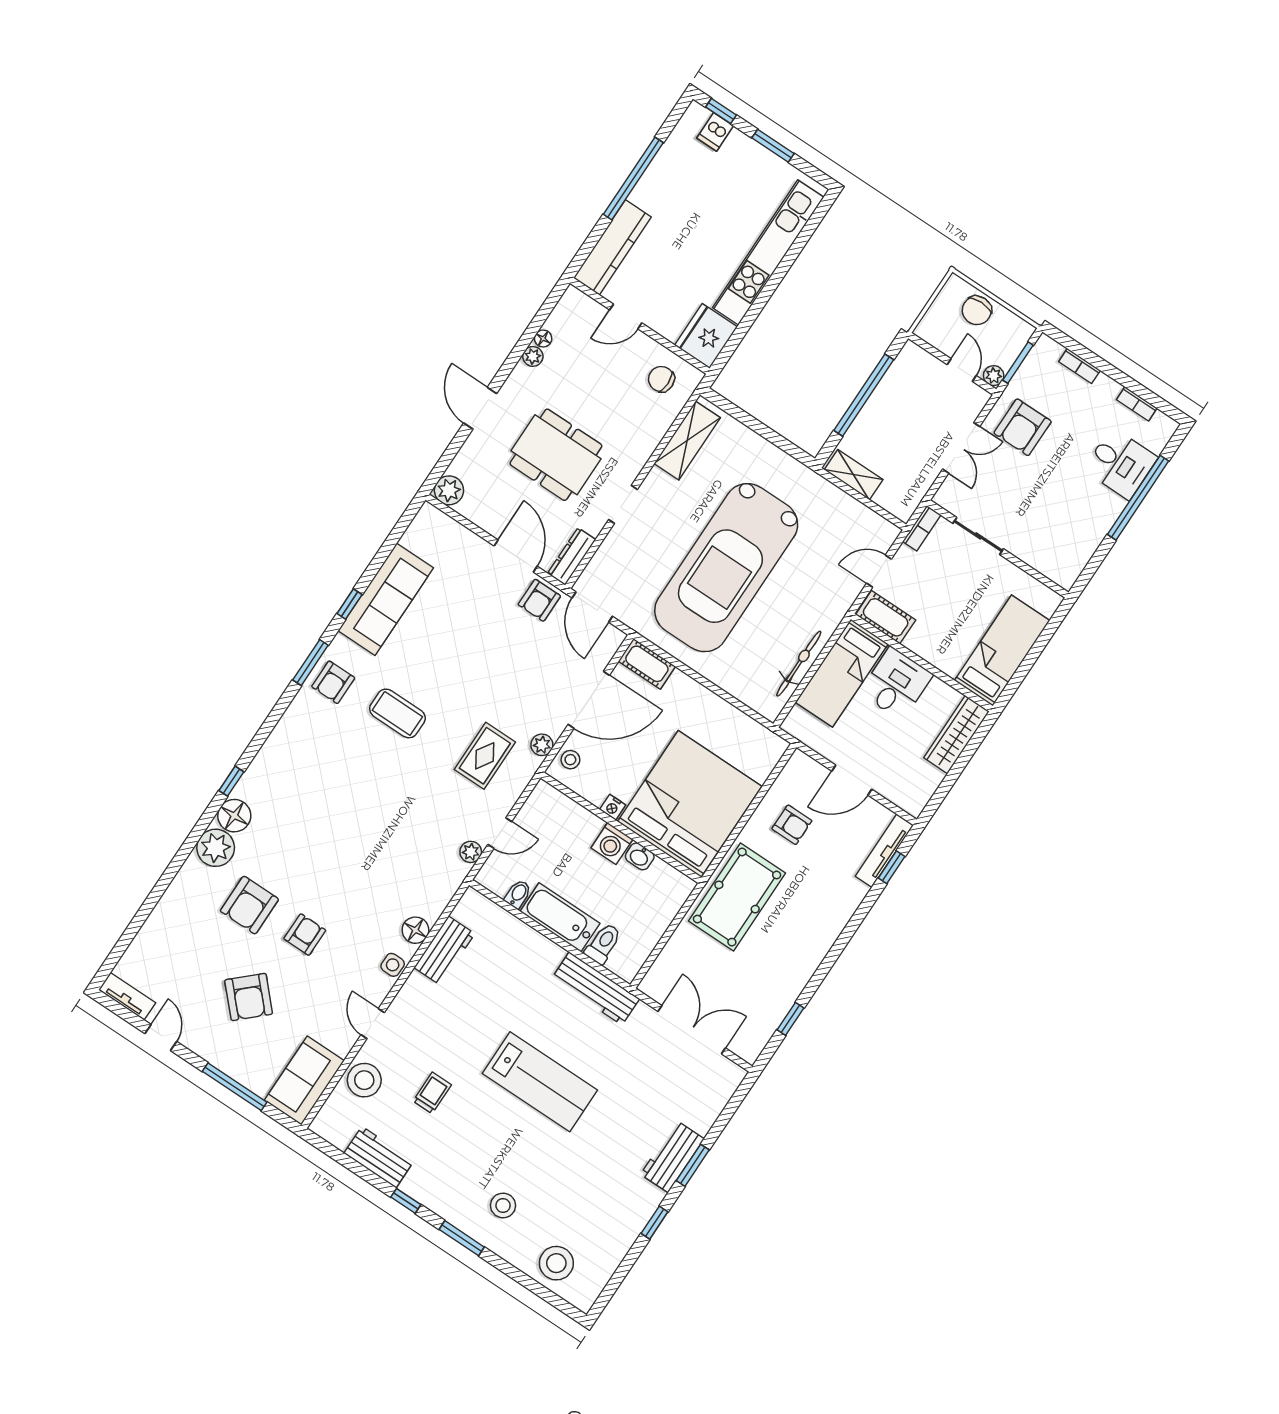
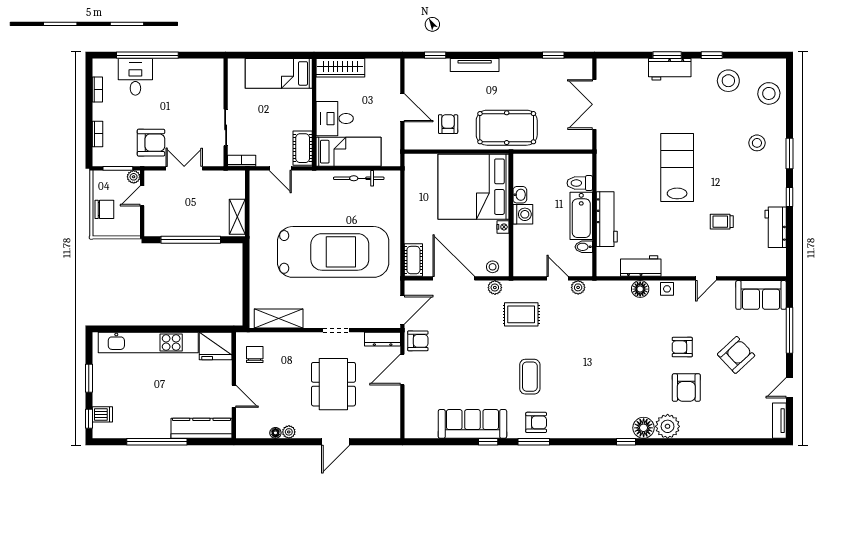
chair: (661, 379) -> (255, 355), turned 180
plant: (449, 490) -> (391, 429), removed
tv unit: (884, 851) -> (475, 65), moved
armchair: (249, 905) -> (686, 388), turned 90
workbench: (596, 989) -> (607, 219), moved
stool: (364, 1080) -> (728, 81), moved

